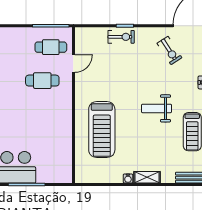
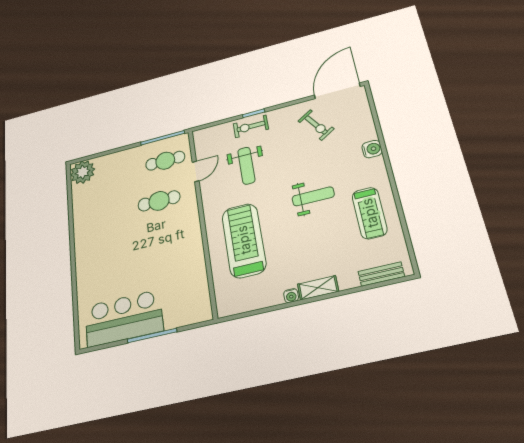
exercise bike: (121, 37) -> (251, 126), turned 180
weight bench: (113, 70) -> (246, 166), added
weight bench: (157, 108) -> (313, 196), turned 180
treadmill: (102, 130) -> (244, 240), turned 180

